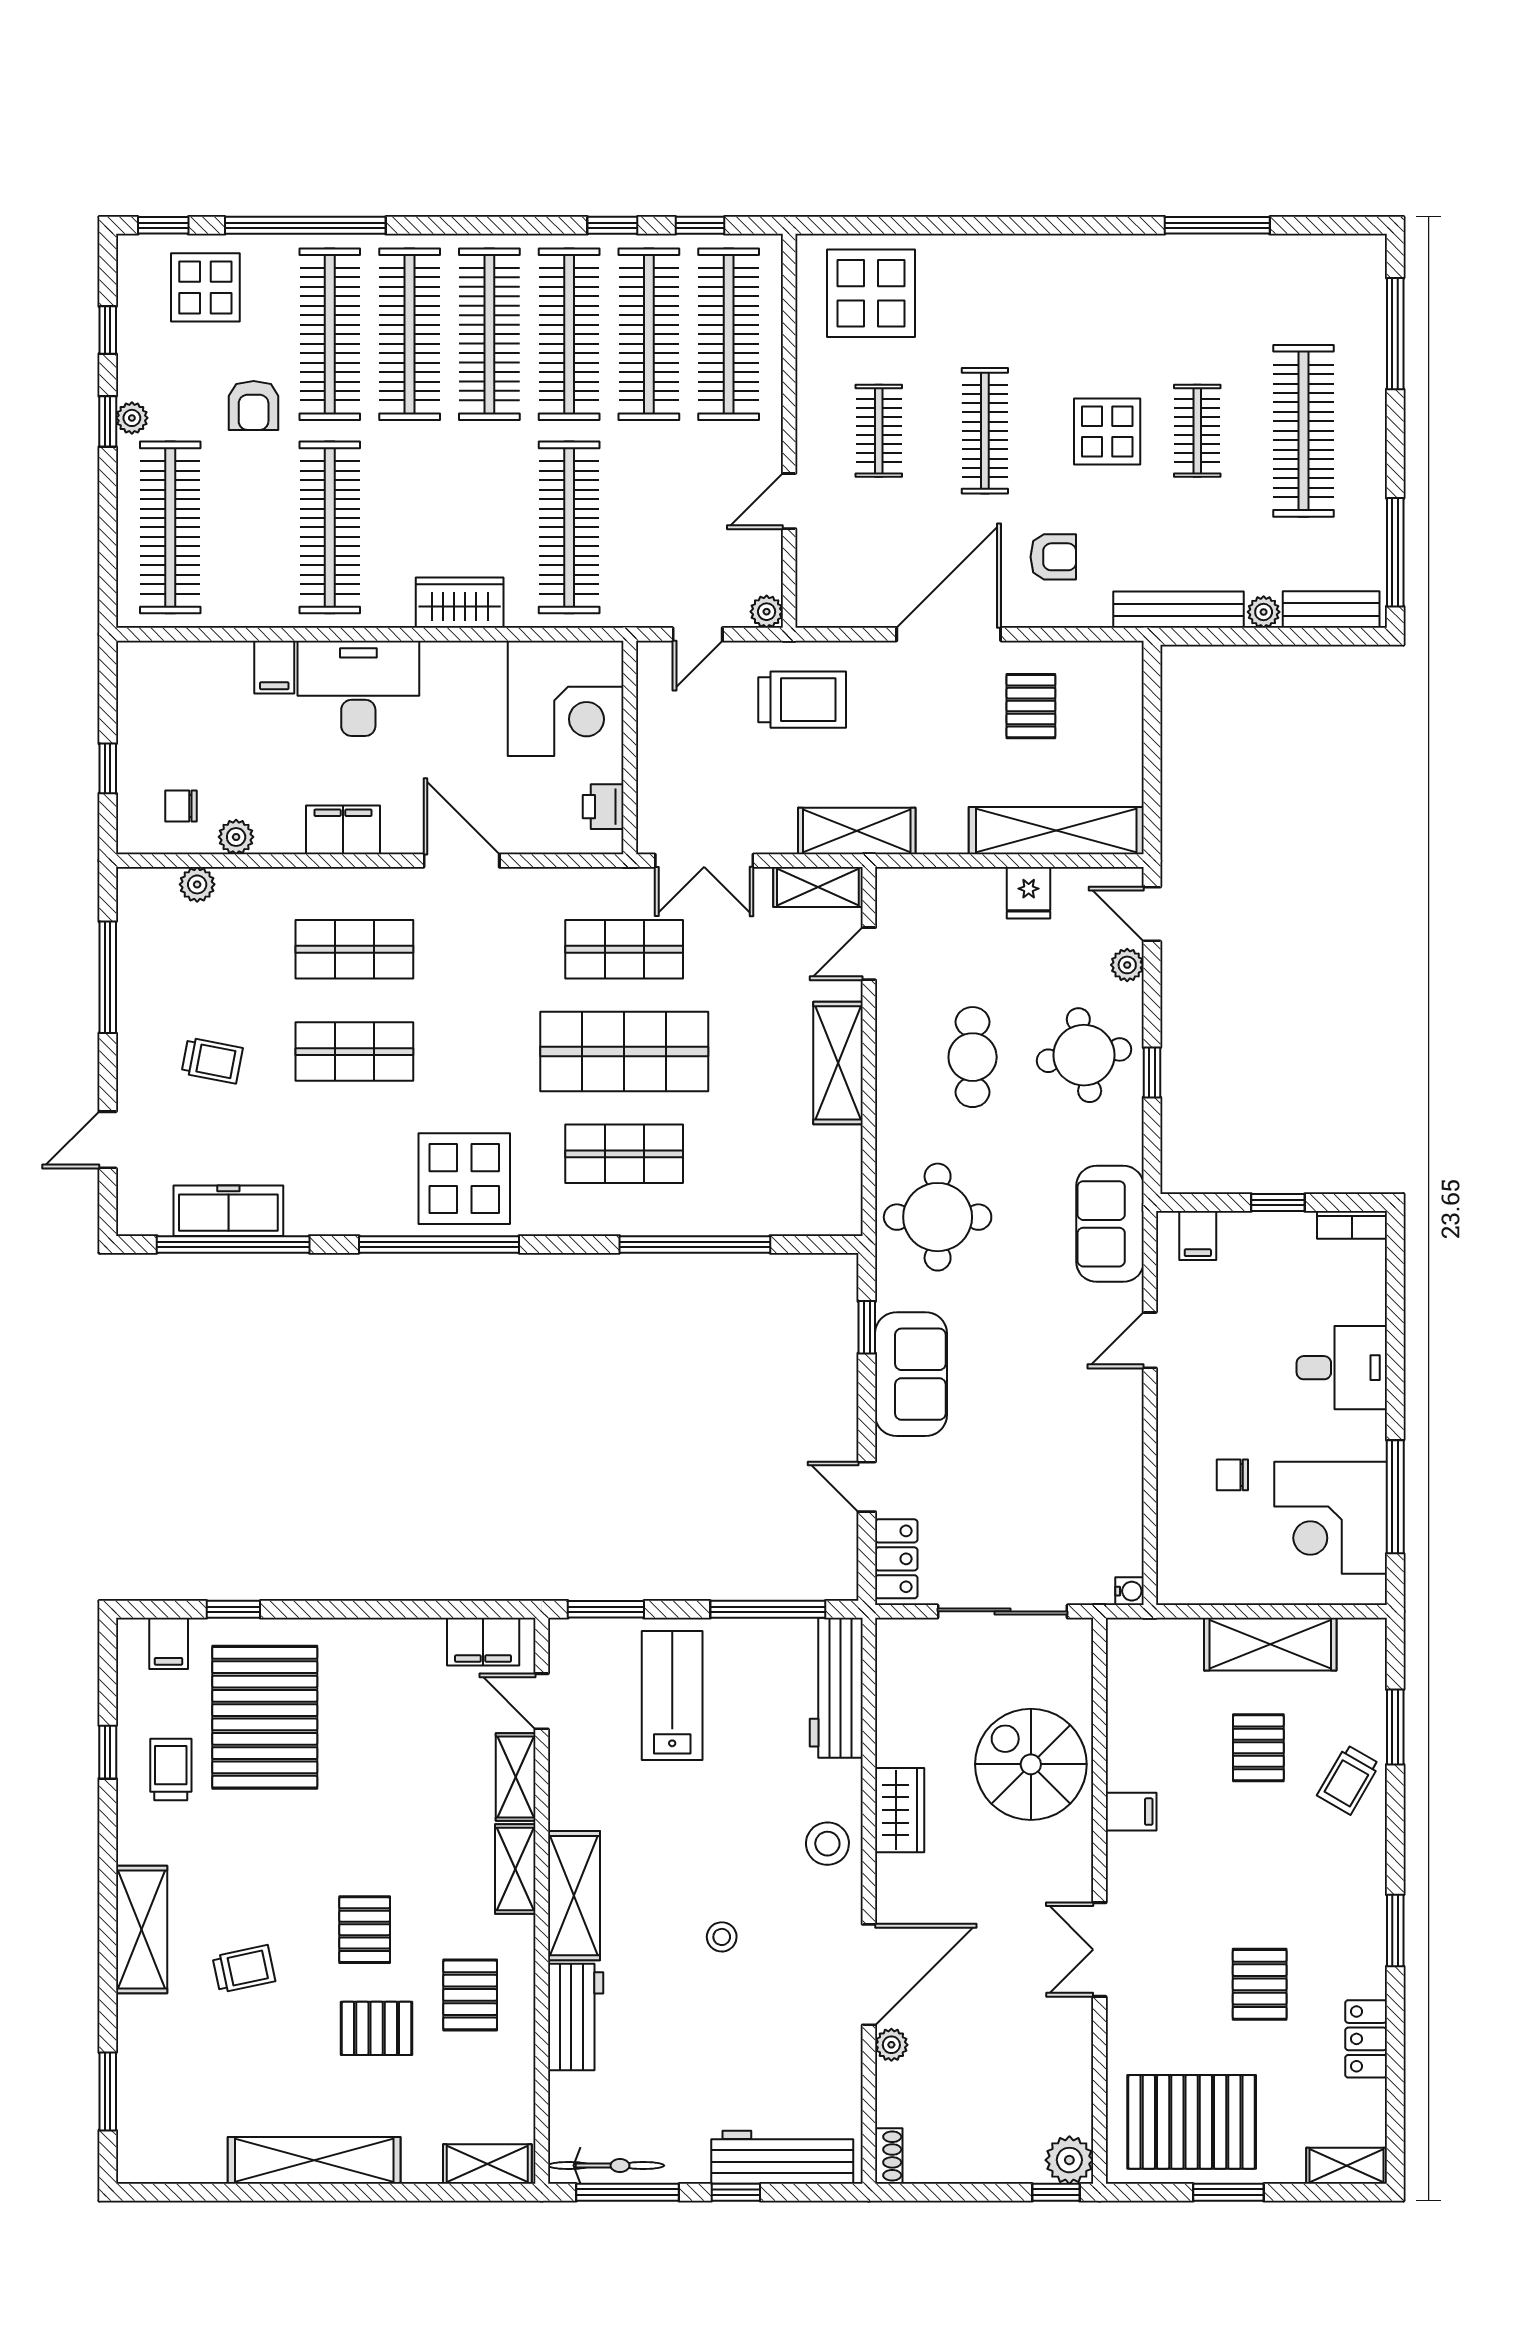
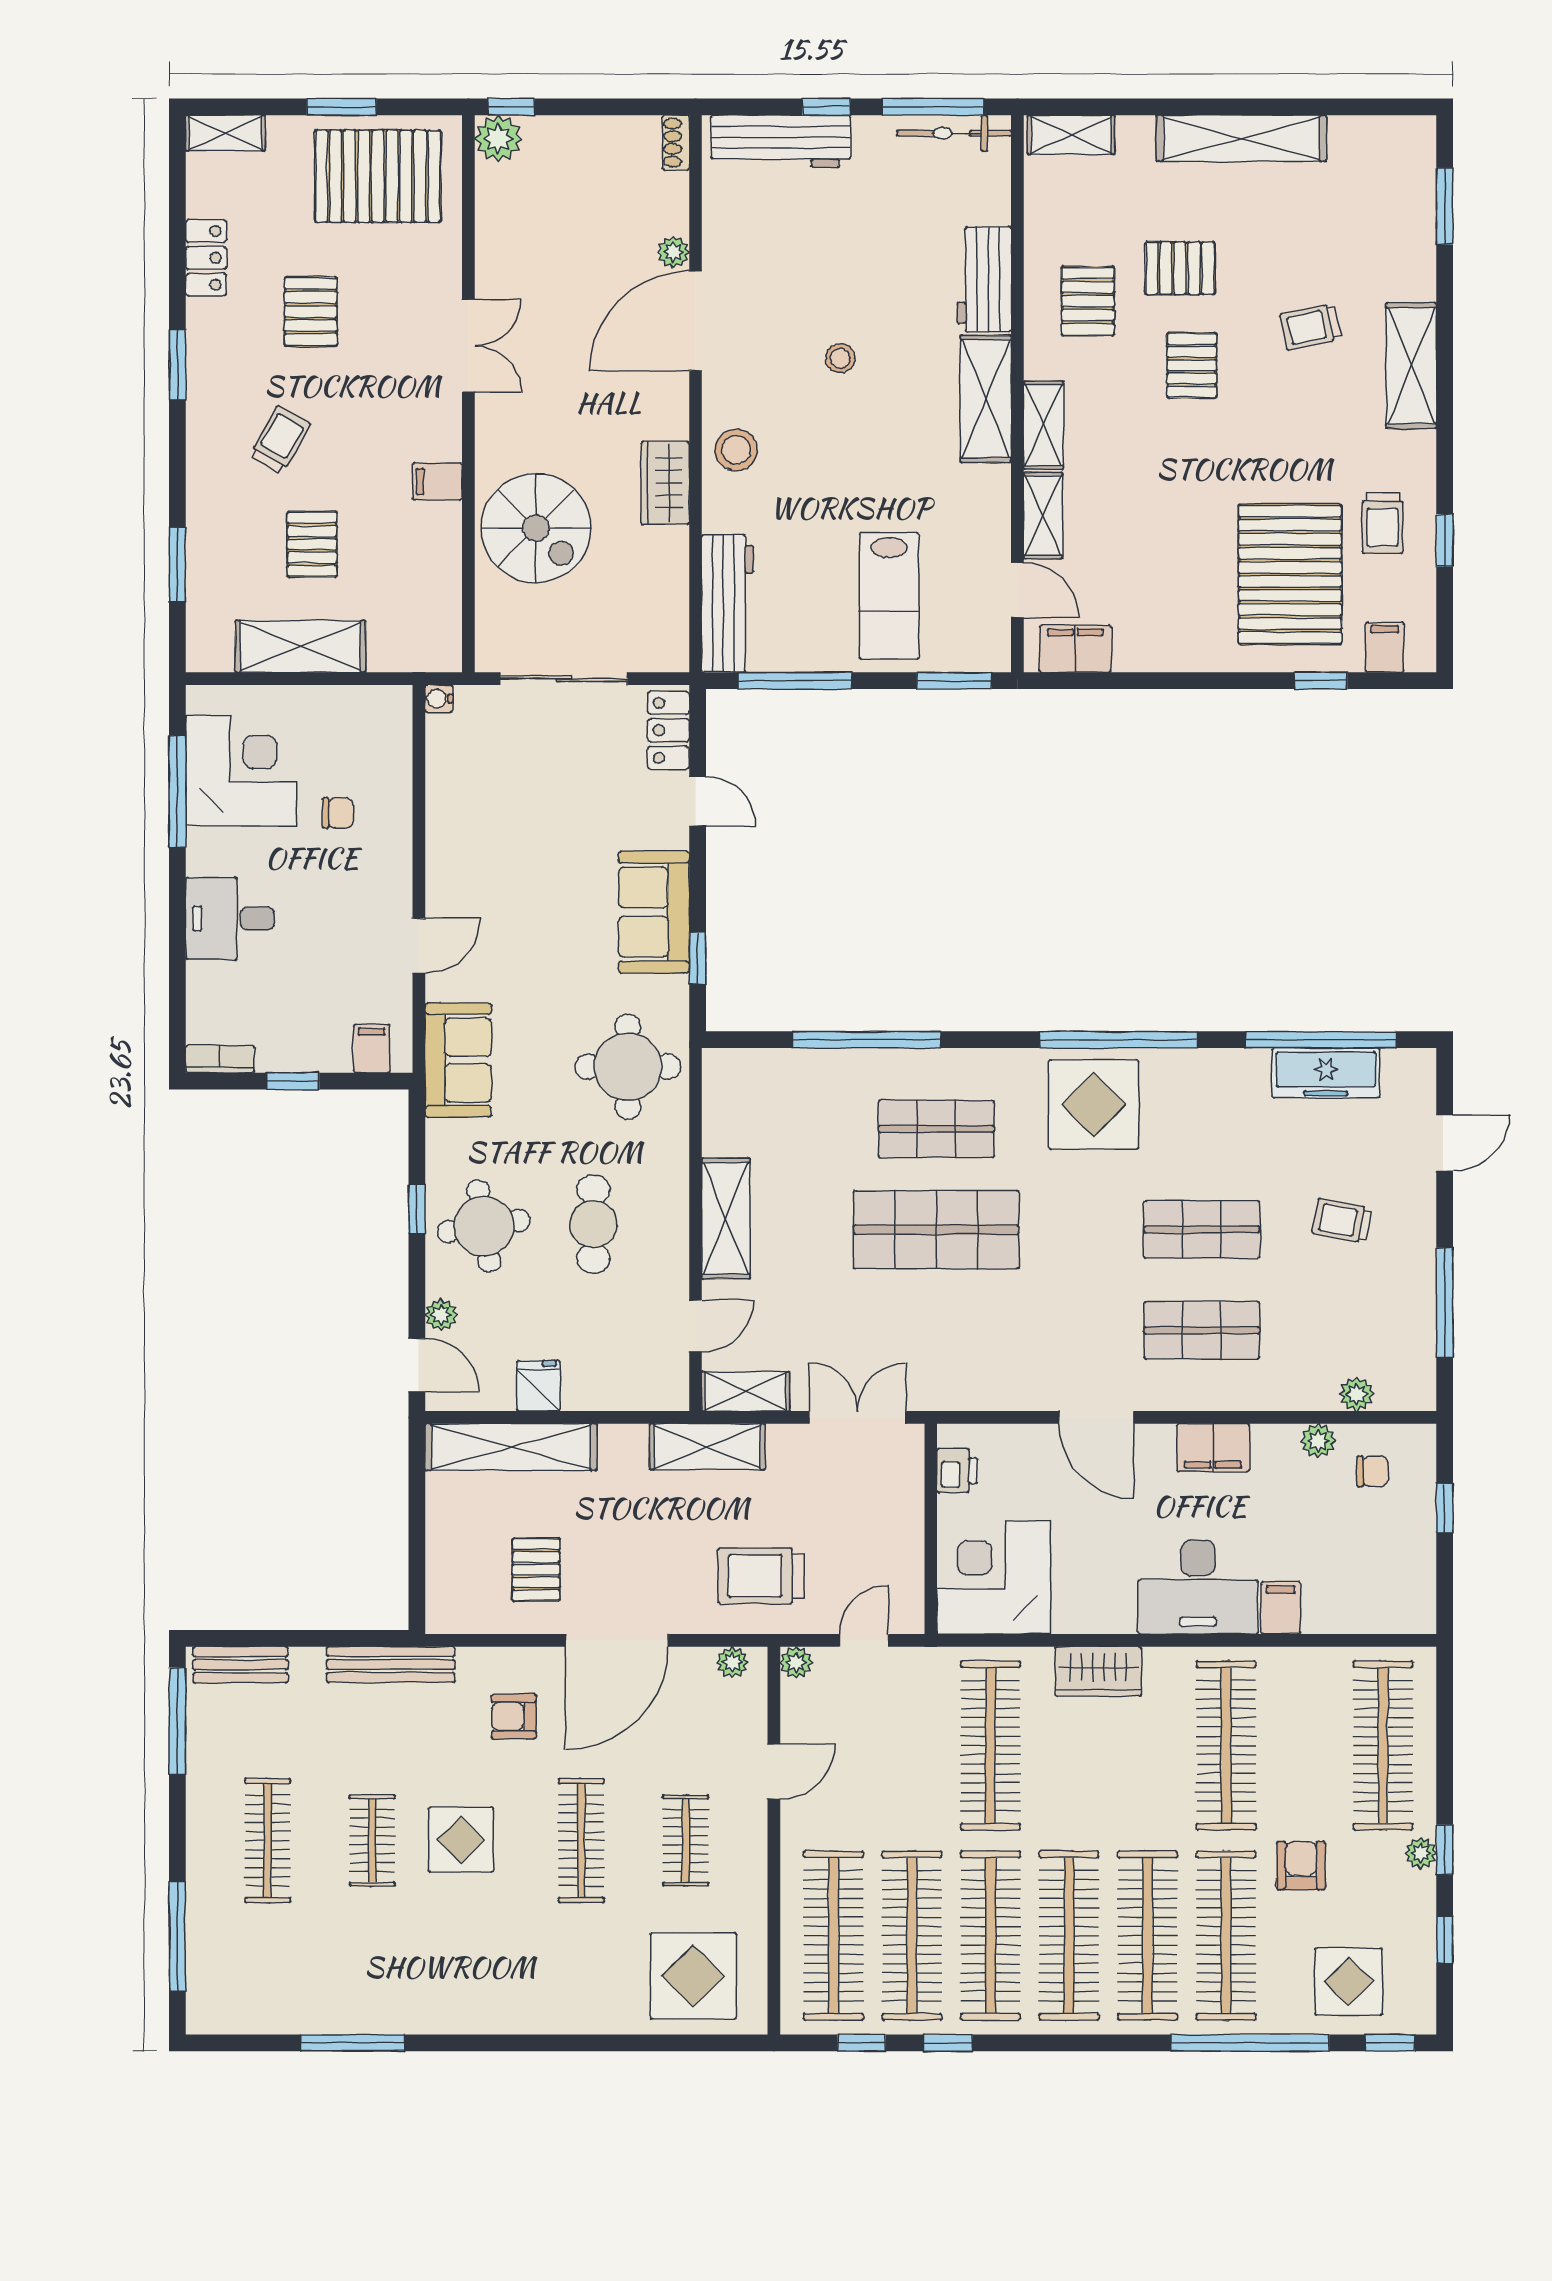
clothes rail: (1303, 431) -> (268, 1841), width x0.73, depth x0.76
plant: (1264, 612) -> (732, 1662), moved
shop shelf: (624, 949) -> (936, 1330), removed
trolley: (1348, 1780) -> (280, 440), moved

